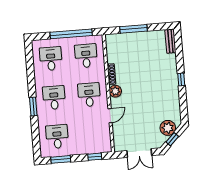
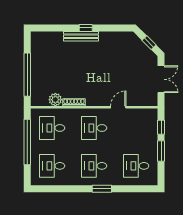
window: (133, 29) -> (27, 75), width x1.46
bench: (170, 41) -> (81, 36), moved, width x1.36
plant: (115, 91) -> (55, 100), moved
door: (110, 116) -> (118, 107), hinge flipped
plant: (168, 128) -> (136, 46), removed
window: (61, 159) -> (161, 151), moved

